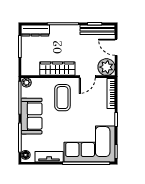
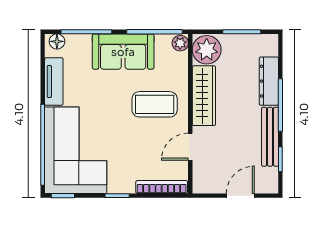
dresser: (35, 30) -> (269, 81), moved
bench: (97, 30) -> (270, 137), moved
plant: (106, 67) -> (207, 50), moved
door: (87, 77) -> (190, 147), hinge flipped

